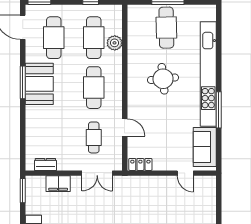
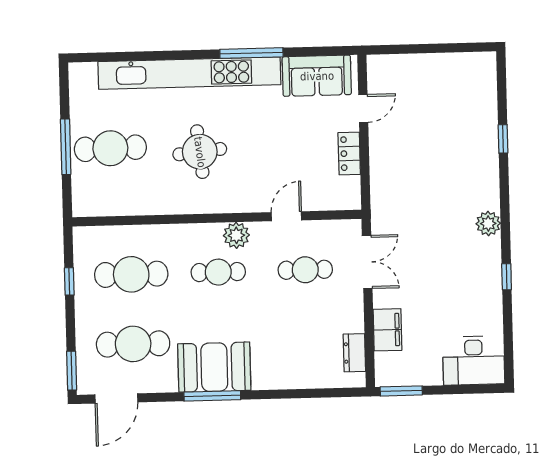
plant: (115, 43) -> (236, 235), moved
cafe table: (94, 88) -> (218, 272), width x0.73, depth x0.74
locker: (140, 164) -> (349, 154), moved

